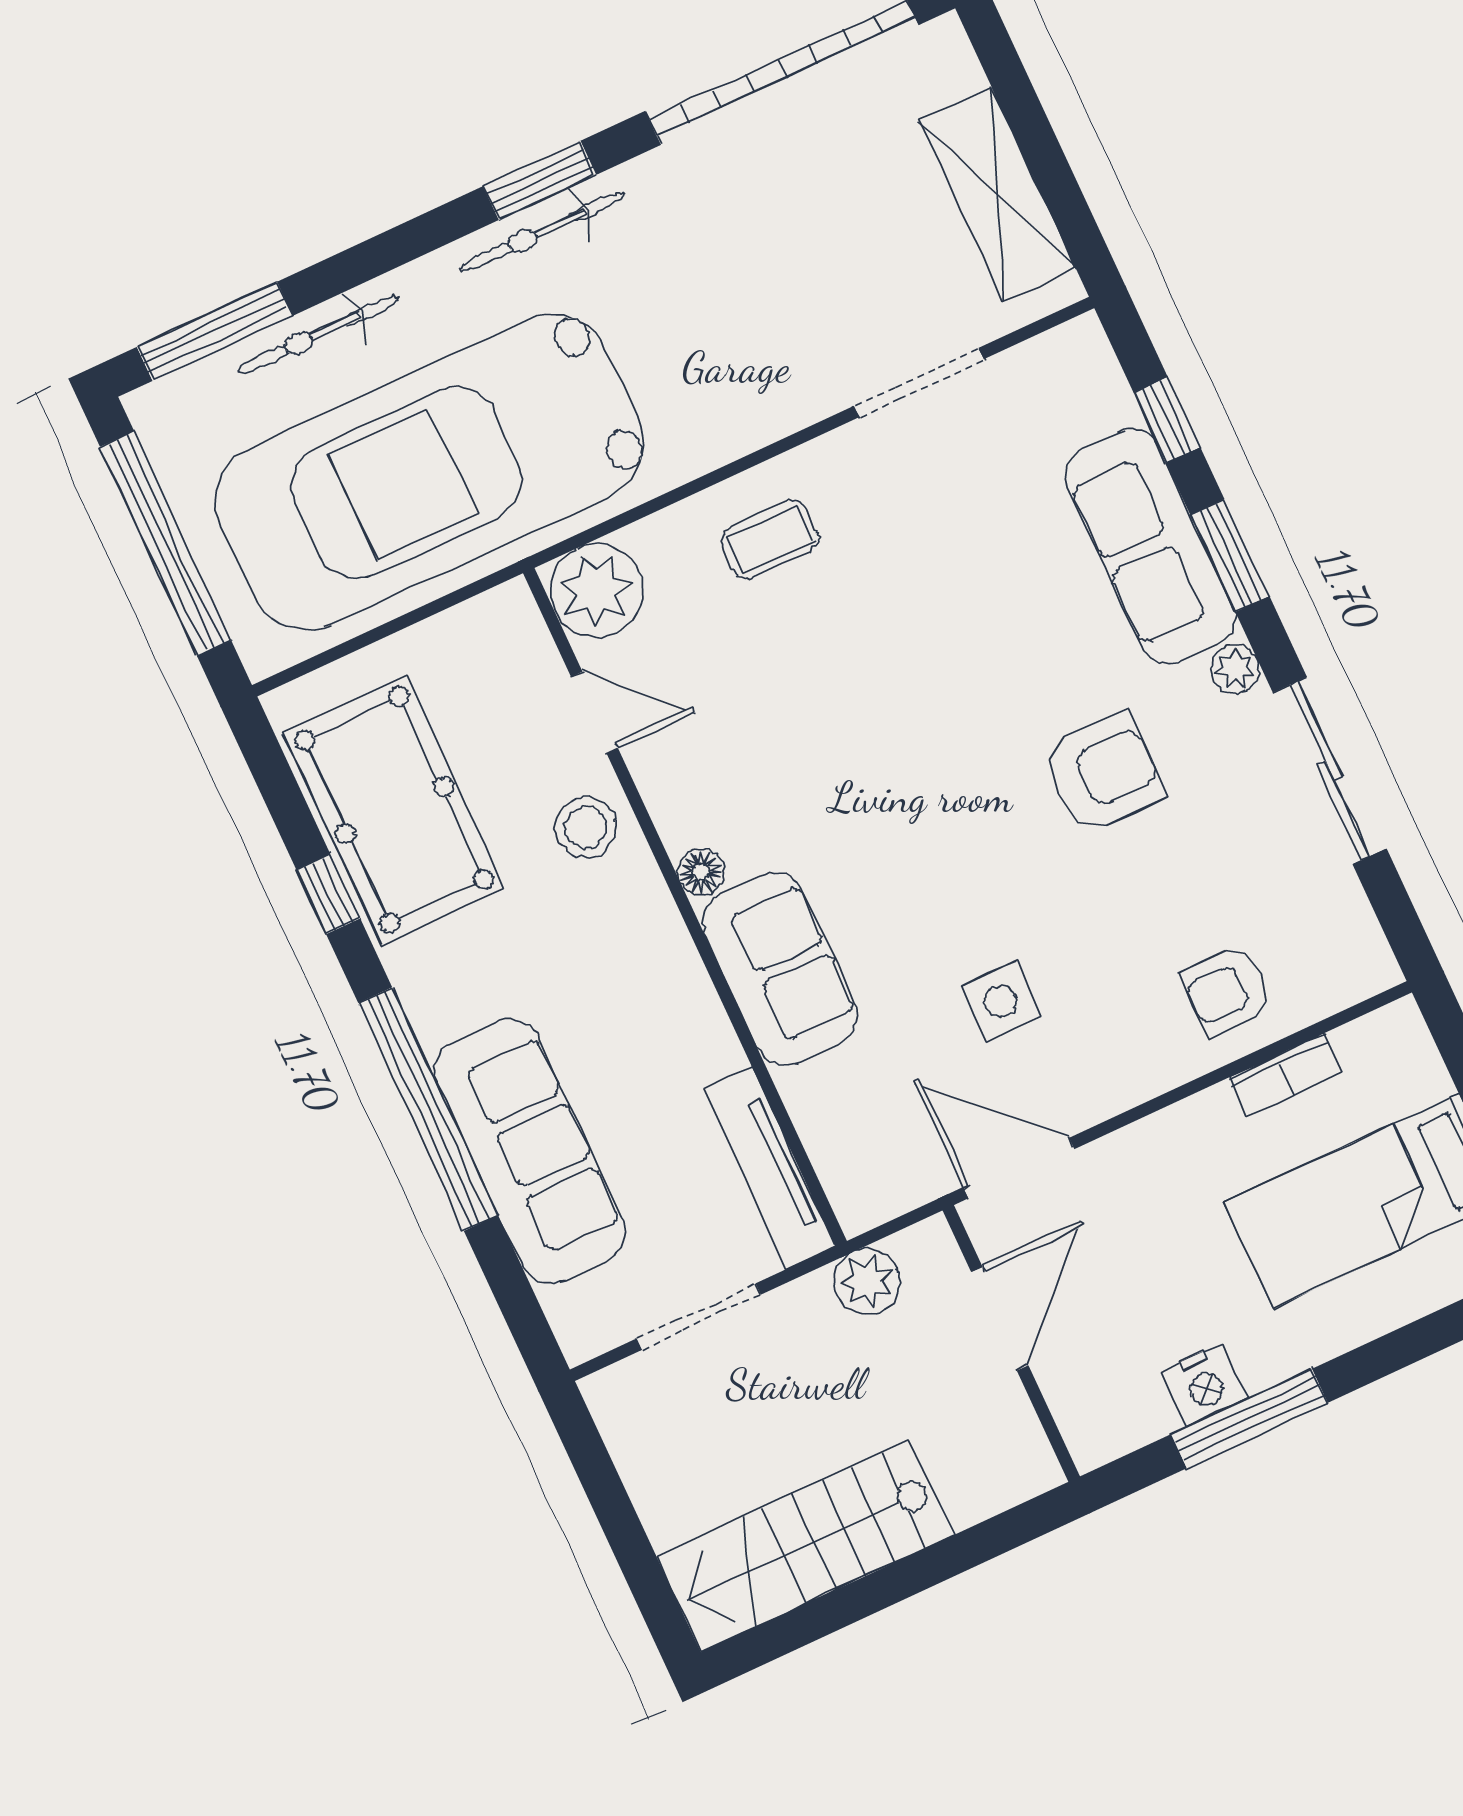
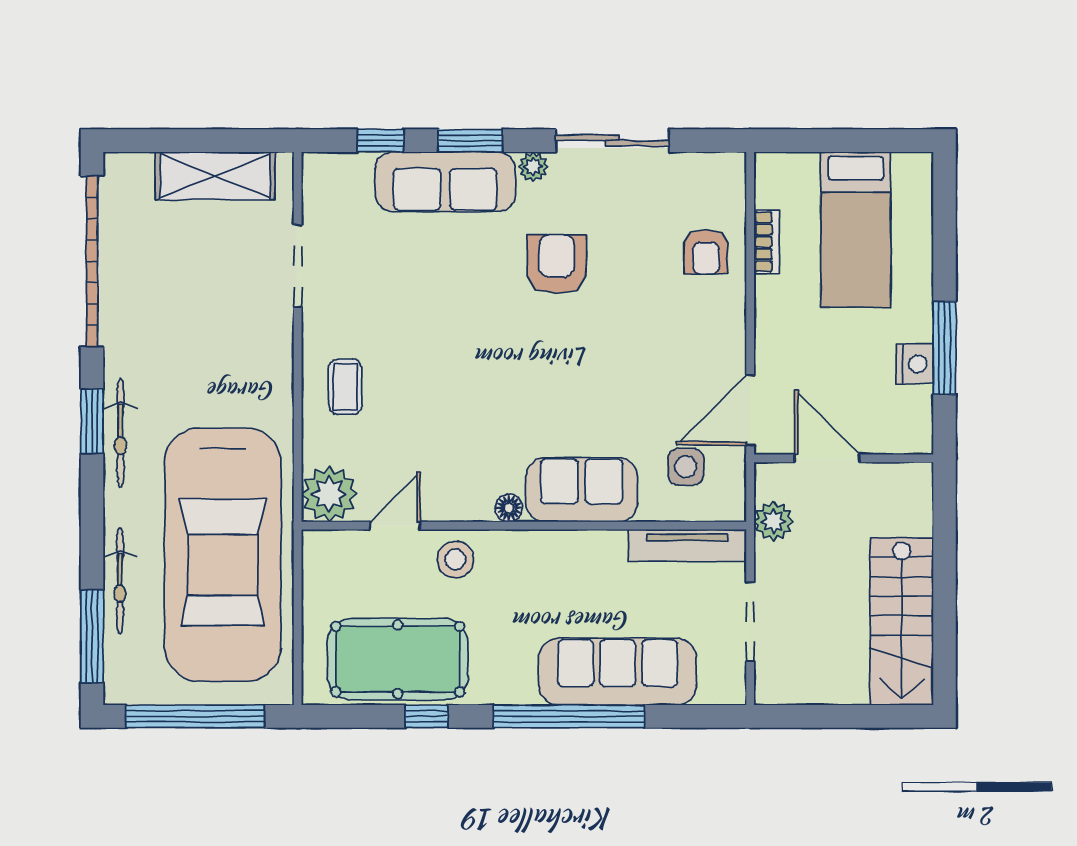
side table: (1001, 1001) -> (686, 467), moved

